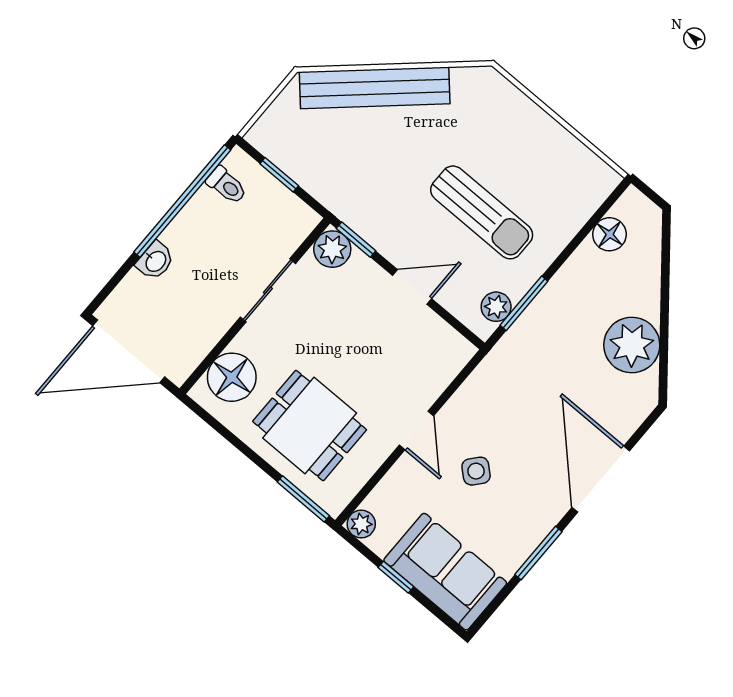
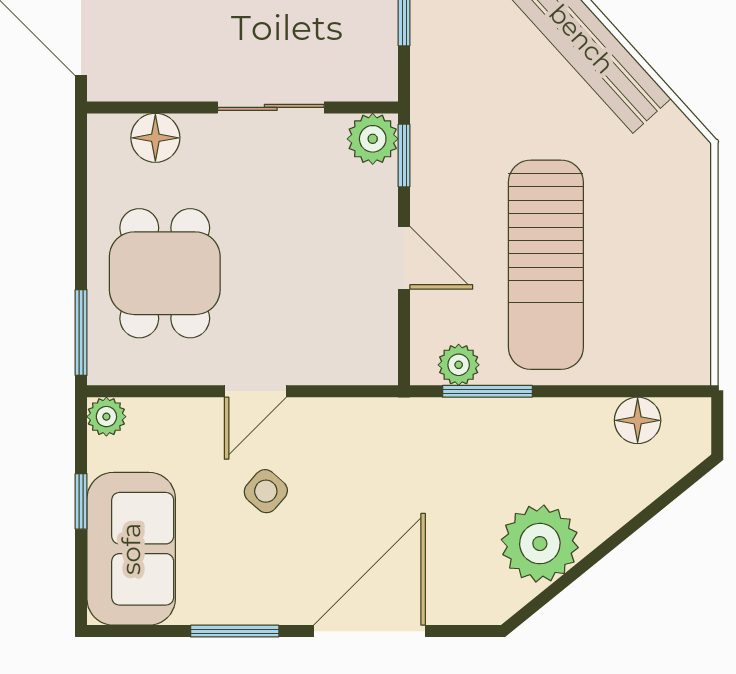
sun lounger: (482, 212) -> (546, 265), width x1.36, depth x1.34
floor lamp: (232, 377) -> (155, 138), width x0.73, depth x0.73

